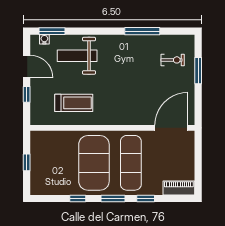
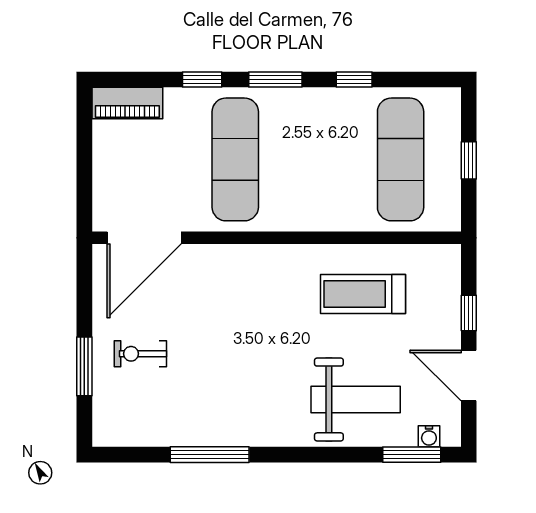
exercise bike: (173, 60) -> (140, 354), moved
exercise mat: (94, 163) -> (401, 159), moved, width x0.68

